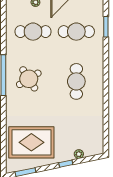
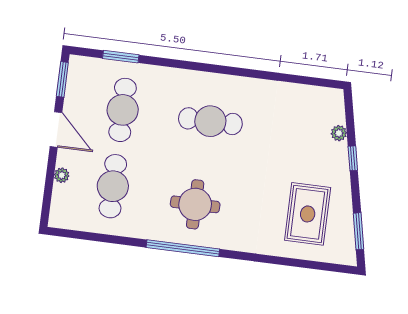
round table: (29, 79) -> (195, 204), turned 32
rug: (31, 142) -> (308, 214), width x0.73, depth x0.69

